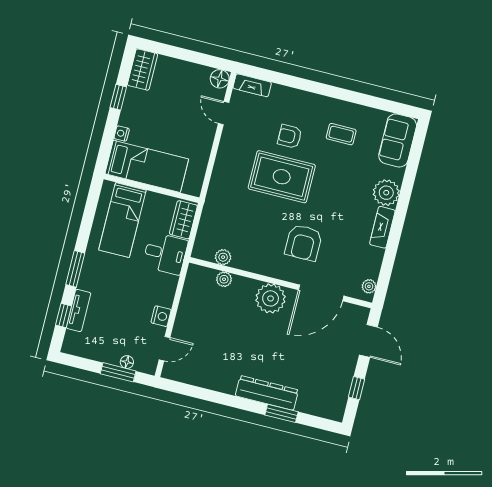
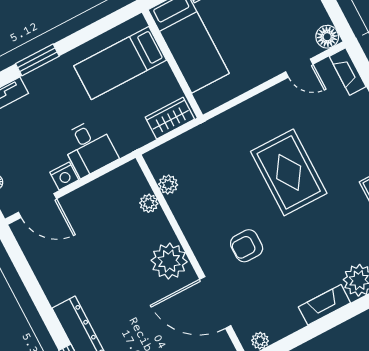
door: (224, 113) -> (299, 68), swing flipped
armchair: (290, 136) -> (332, 147), removed
armchair: (304, 243) -> (247, 246), width x0.72, depth x0.72
desk: (165, 254) -> (89, 148), moved
door: (164, 349) -> (37, 205), width x1.38

